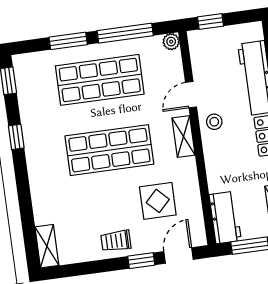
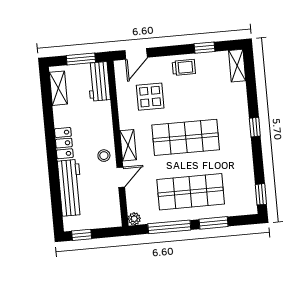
window: (210, 21) -> (82, 235), moved
window: (16, 137) -> (255, 127), moved
window: (141, 261) -> (205, 48), moved

